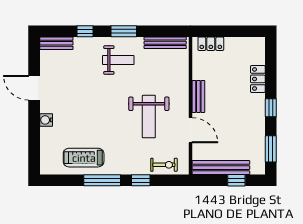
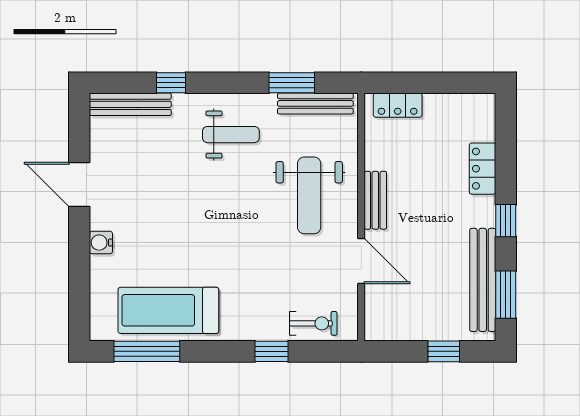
window: (124, 31) -> (292, 83), moved
bench: (56, 43) -> (130, 104), width x1.36
weight bench: (149, 117) -> (309, 195), moved
treadmill: (84, 158) -> (168, 310), width x1.37, depth x1.38
bench: (221, 168) -> (483, 280), moved, turned 90
window: (102, 180) -> (147, 351), moved

